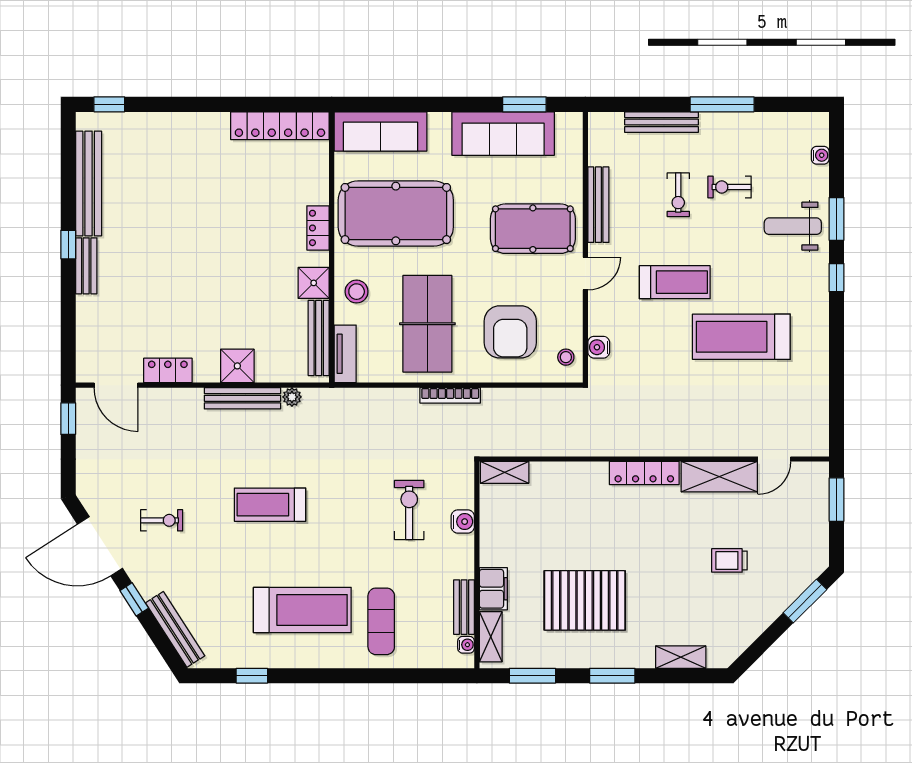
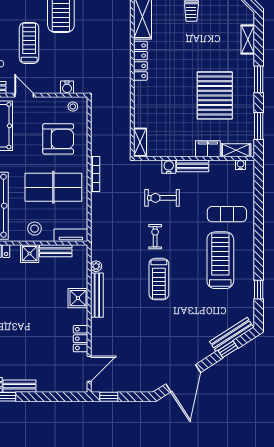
bench: (319, 338) -> (56, 251), width x0.73
exercise bike: (162, 520) -> (155, 237), moved
window: (134, 599) -> (228, 349), moved
bench: (464, 607) -> (193, 166), moved

